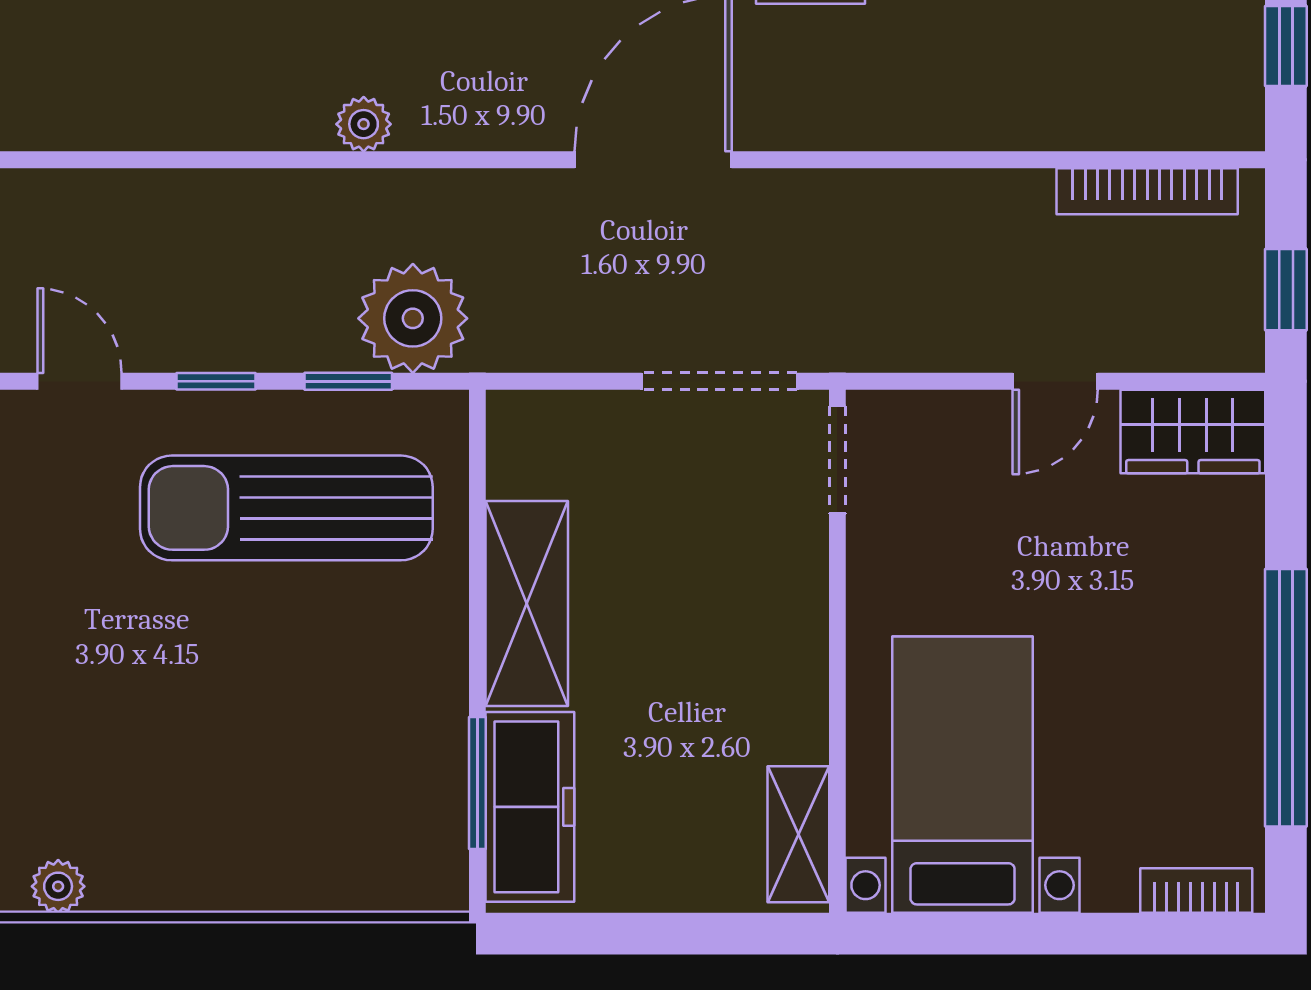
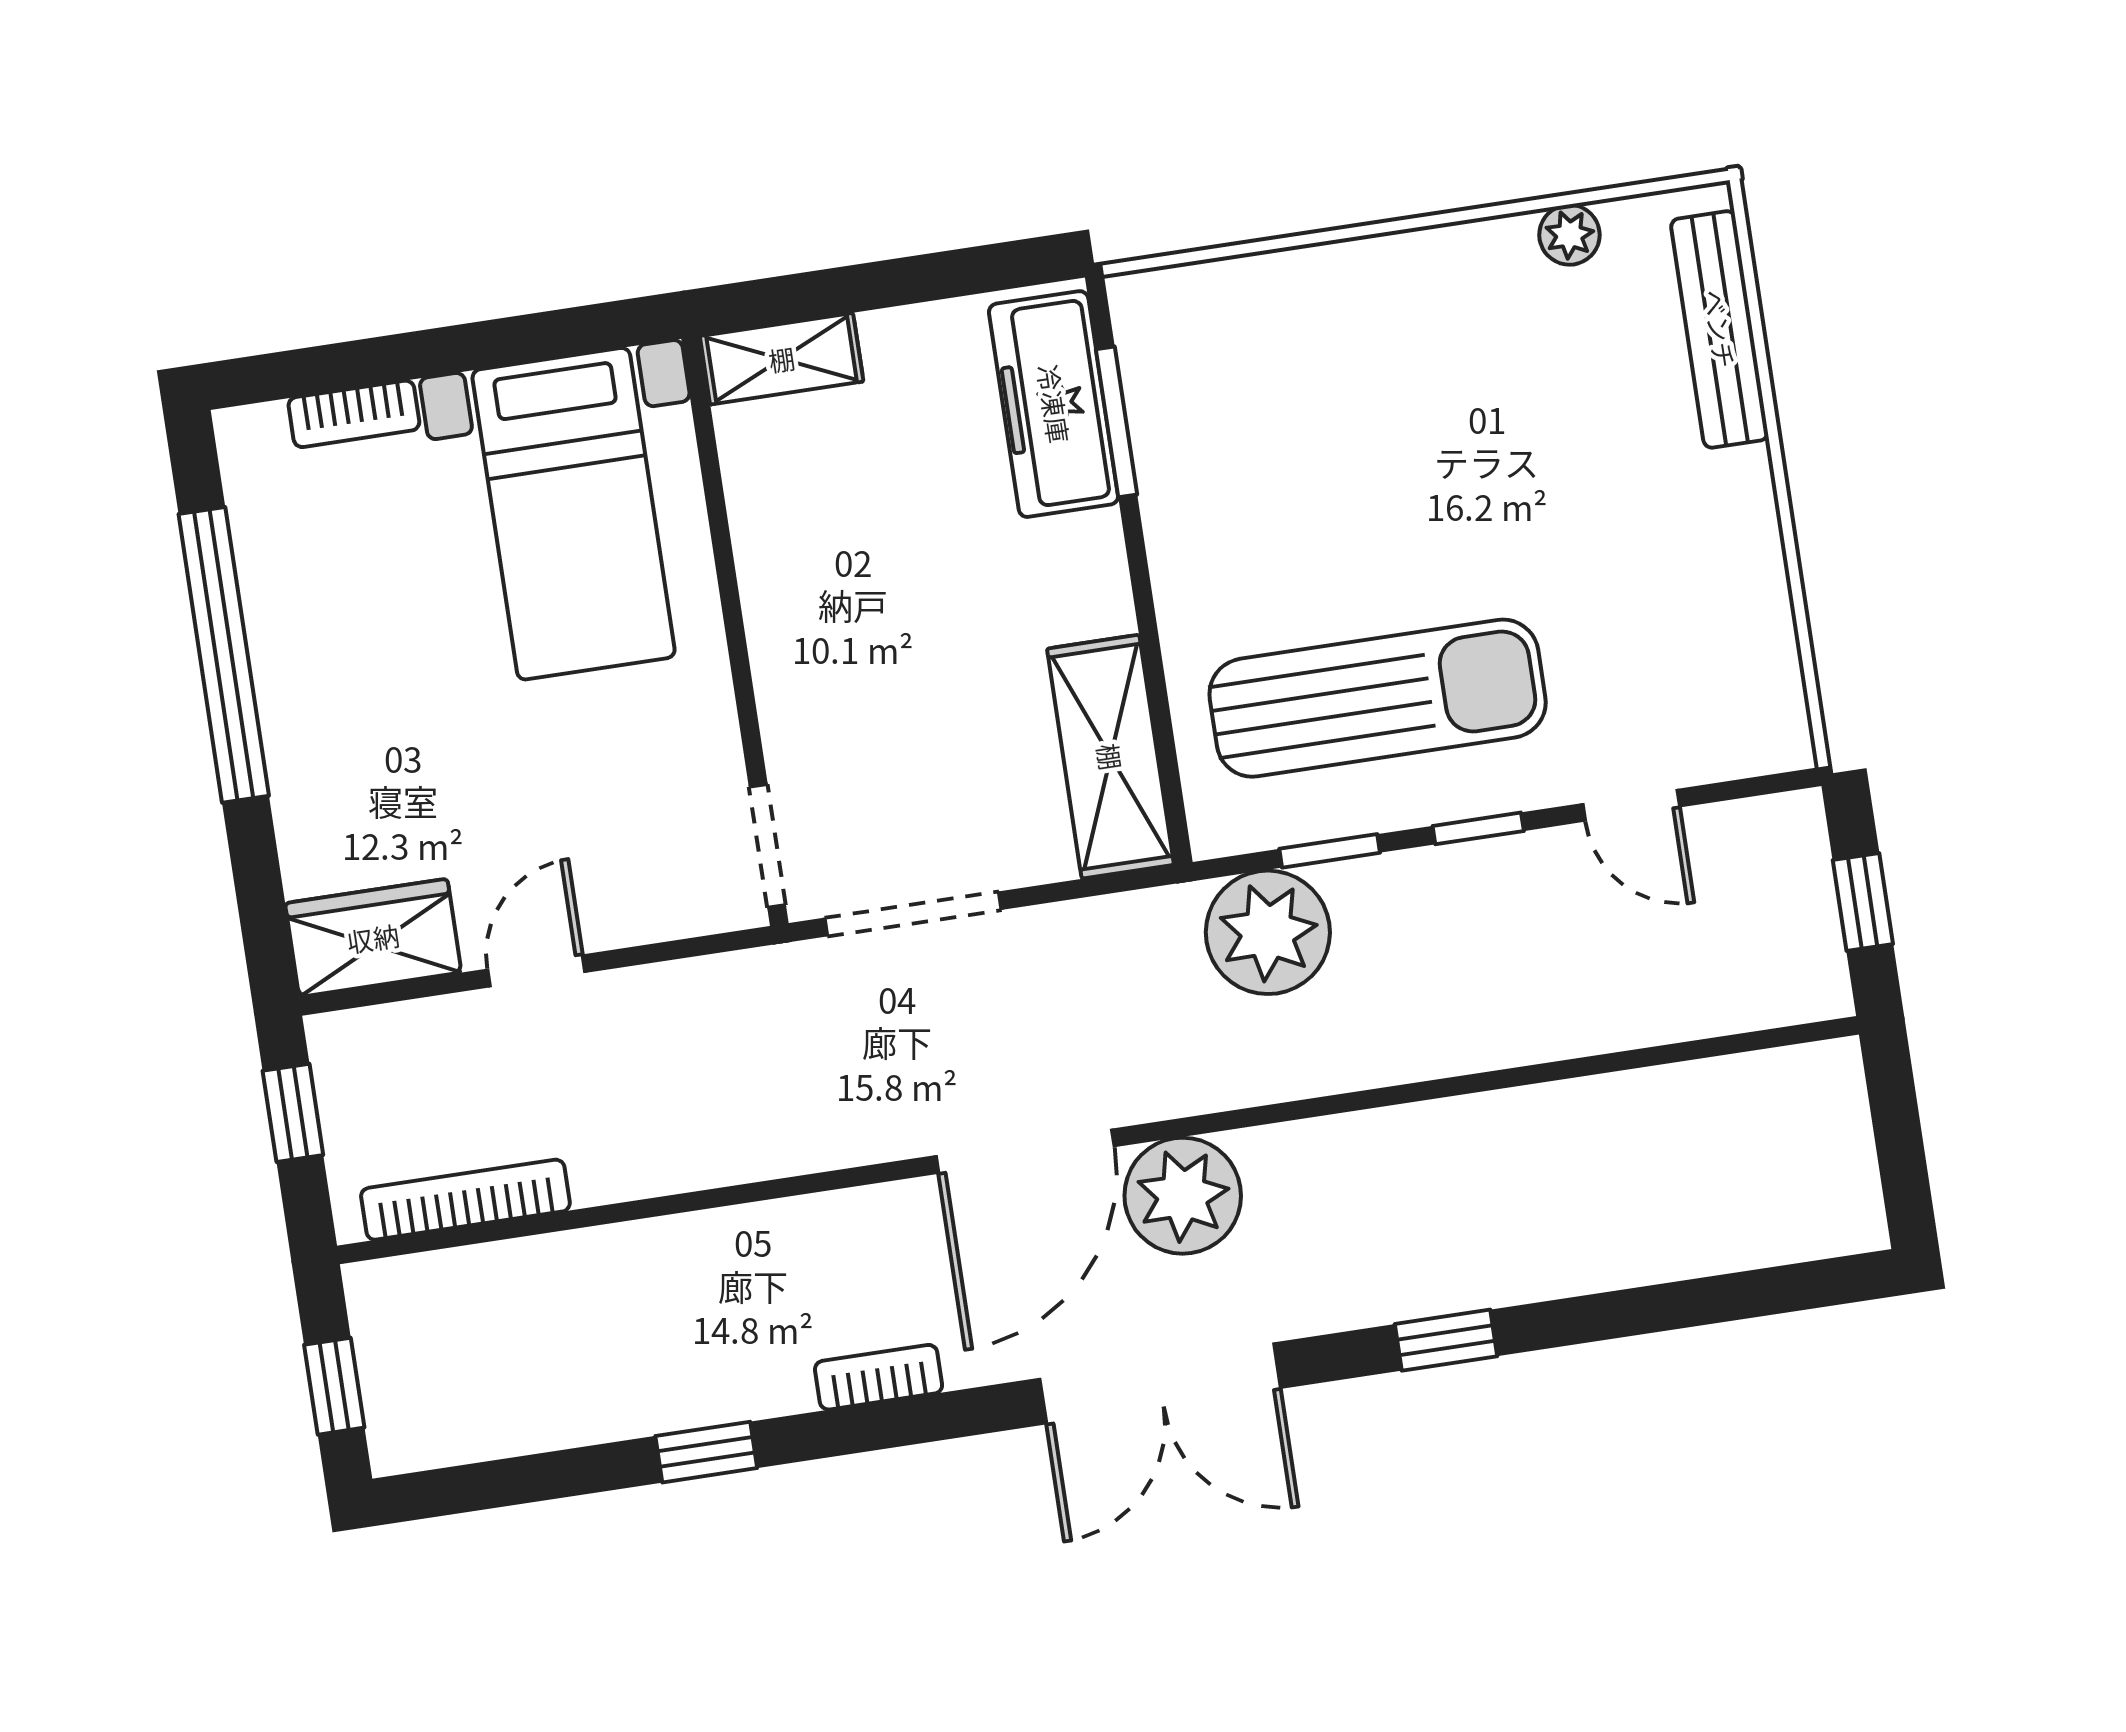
plant: (364, 124) -> (1183, 1196), moved, width x1.88, depth x1.88
shelving: (527, 604) -> (1110, 757), moved
shelving: (798, 834) -> (782, 359), moved, turned 90
bookcase: (1196, 891) -> (354, 414), moved

